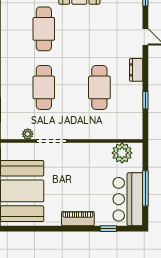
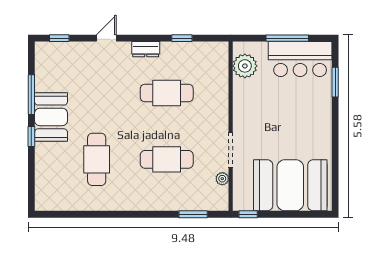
cafe table: (44, 29) -> (97, 159), turned 90
piano: (78, 219) -> (323, 119), removed
window: (108, 229) -> (335, 82), width x1.50

